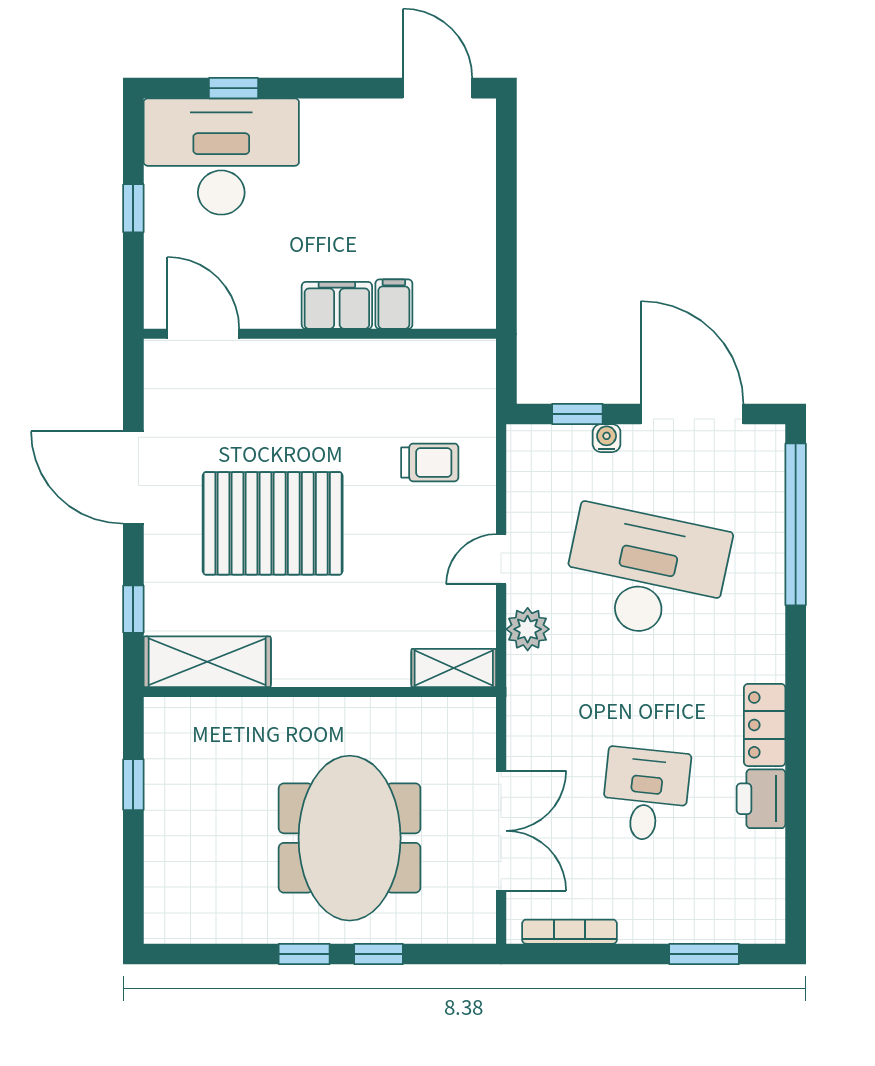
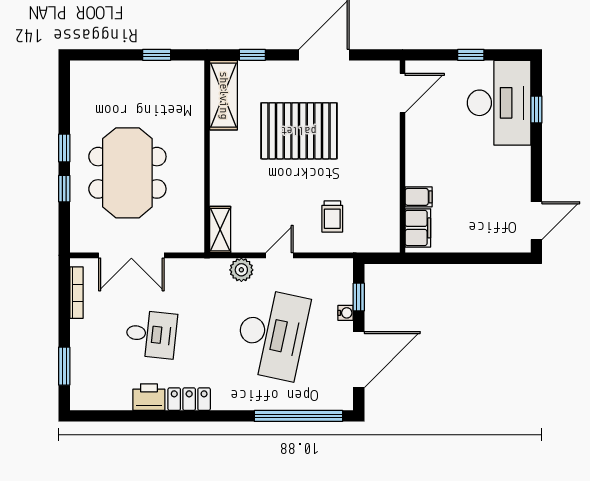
filing cabinet: (337, 305) -> (418, 228), moved
pallet: (273, 523) -> (299, 131), turned 90
door: (501, 559) -> (280, 255), hinge flipped
meeting table: (350, 838) -> (127, 173), turned 90

